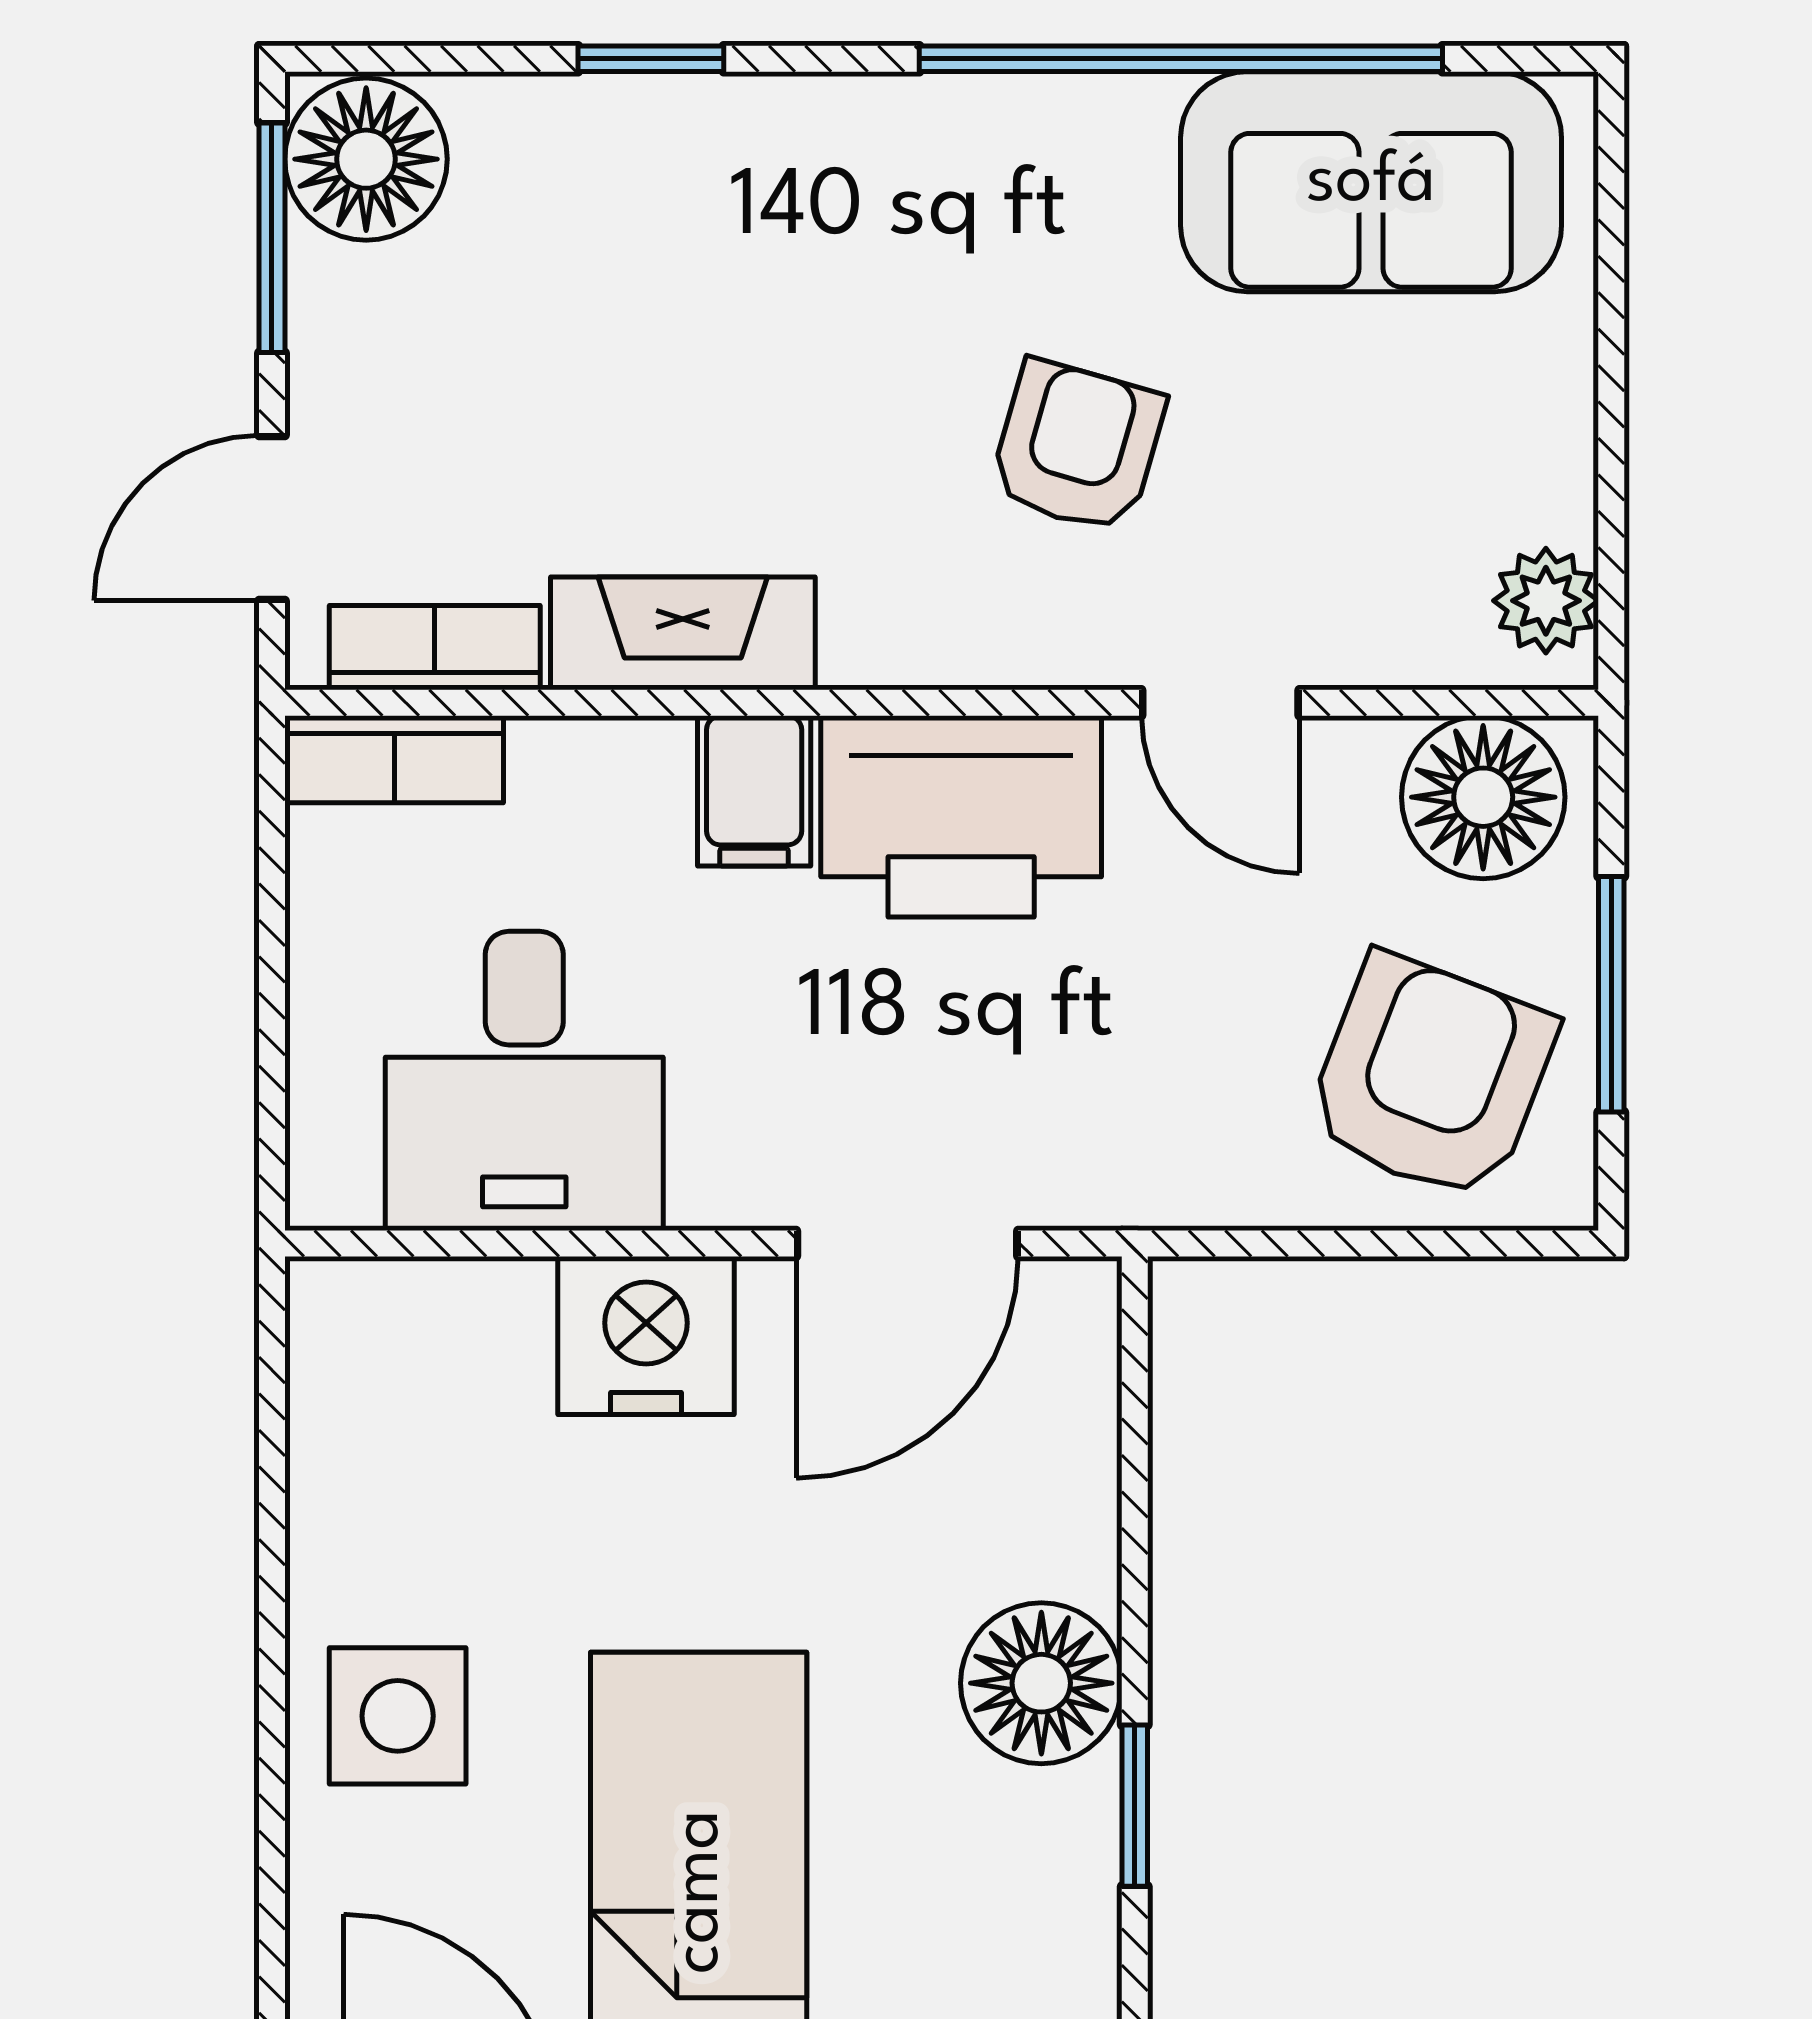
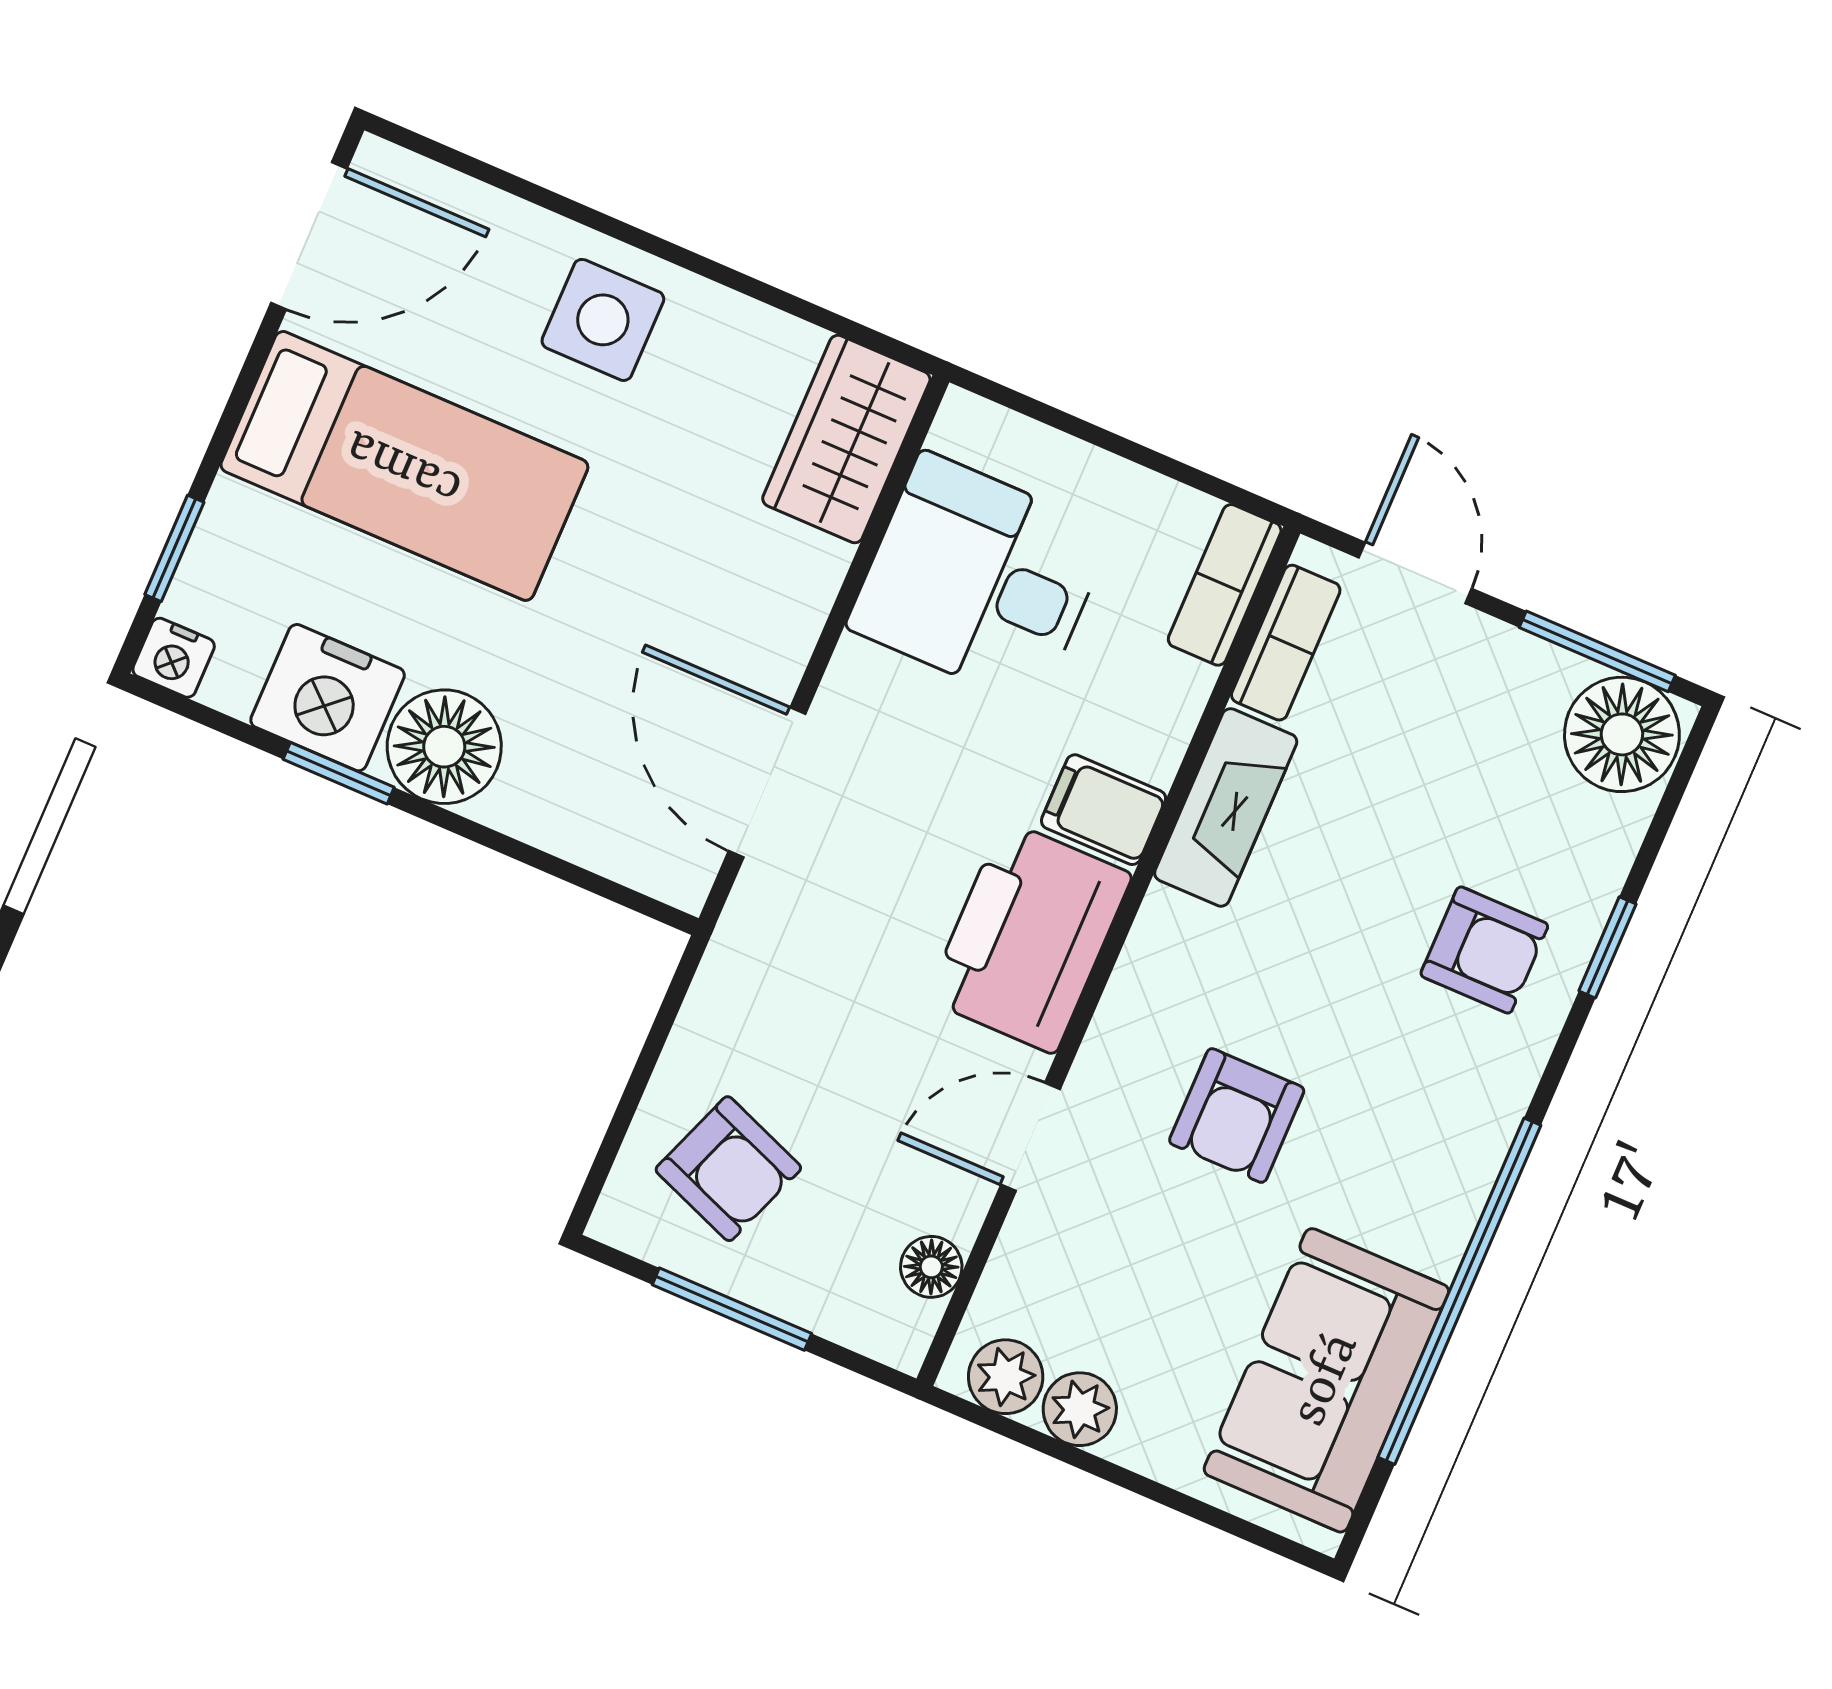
armchair: (723, 217) -> (1484, 950), added
armchair: (1077, 447) -> (1237, 1116), turned 74
plant: (1547, 486) -> (1080, 1409), added
floor lamp: (1483, 797) -> (931, 1267), width x0.53, depth x0.53
armchair: (1431, 1078) -> (728, 1169), width x0.72, depth x0.72
wardrobe: (416, 1333) -> (846, 439), added
nightstand: (646, 1336) -> (328, 698), moved, turned 90

